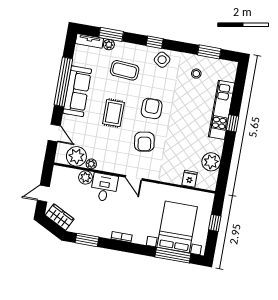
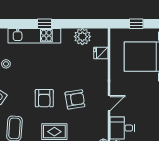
armchair: (152, 108) -> (44, 98), turned -90

